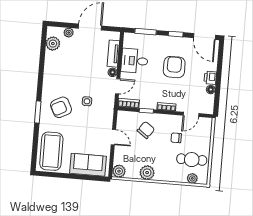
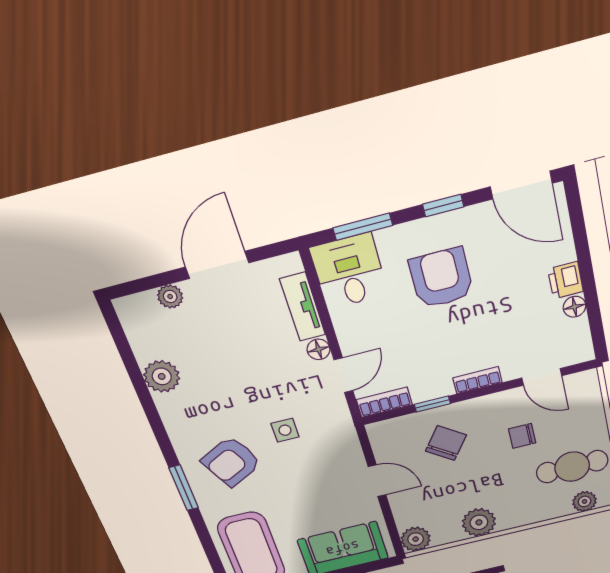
plant: (53, 44) -> (162, 376), moved
desk: (135, 61) -> (349, 271), moved, turned 90
armchair: (174, 67) -> (441, 278), moved
door: (191, 114) -> (542, 377), hinge flipped

